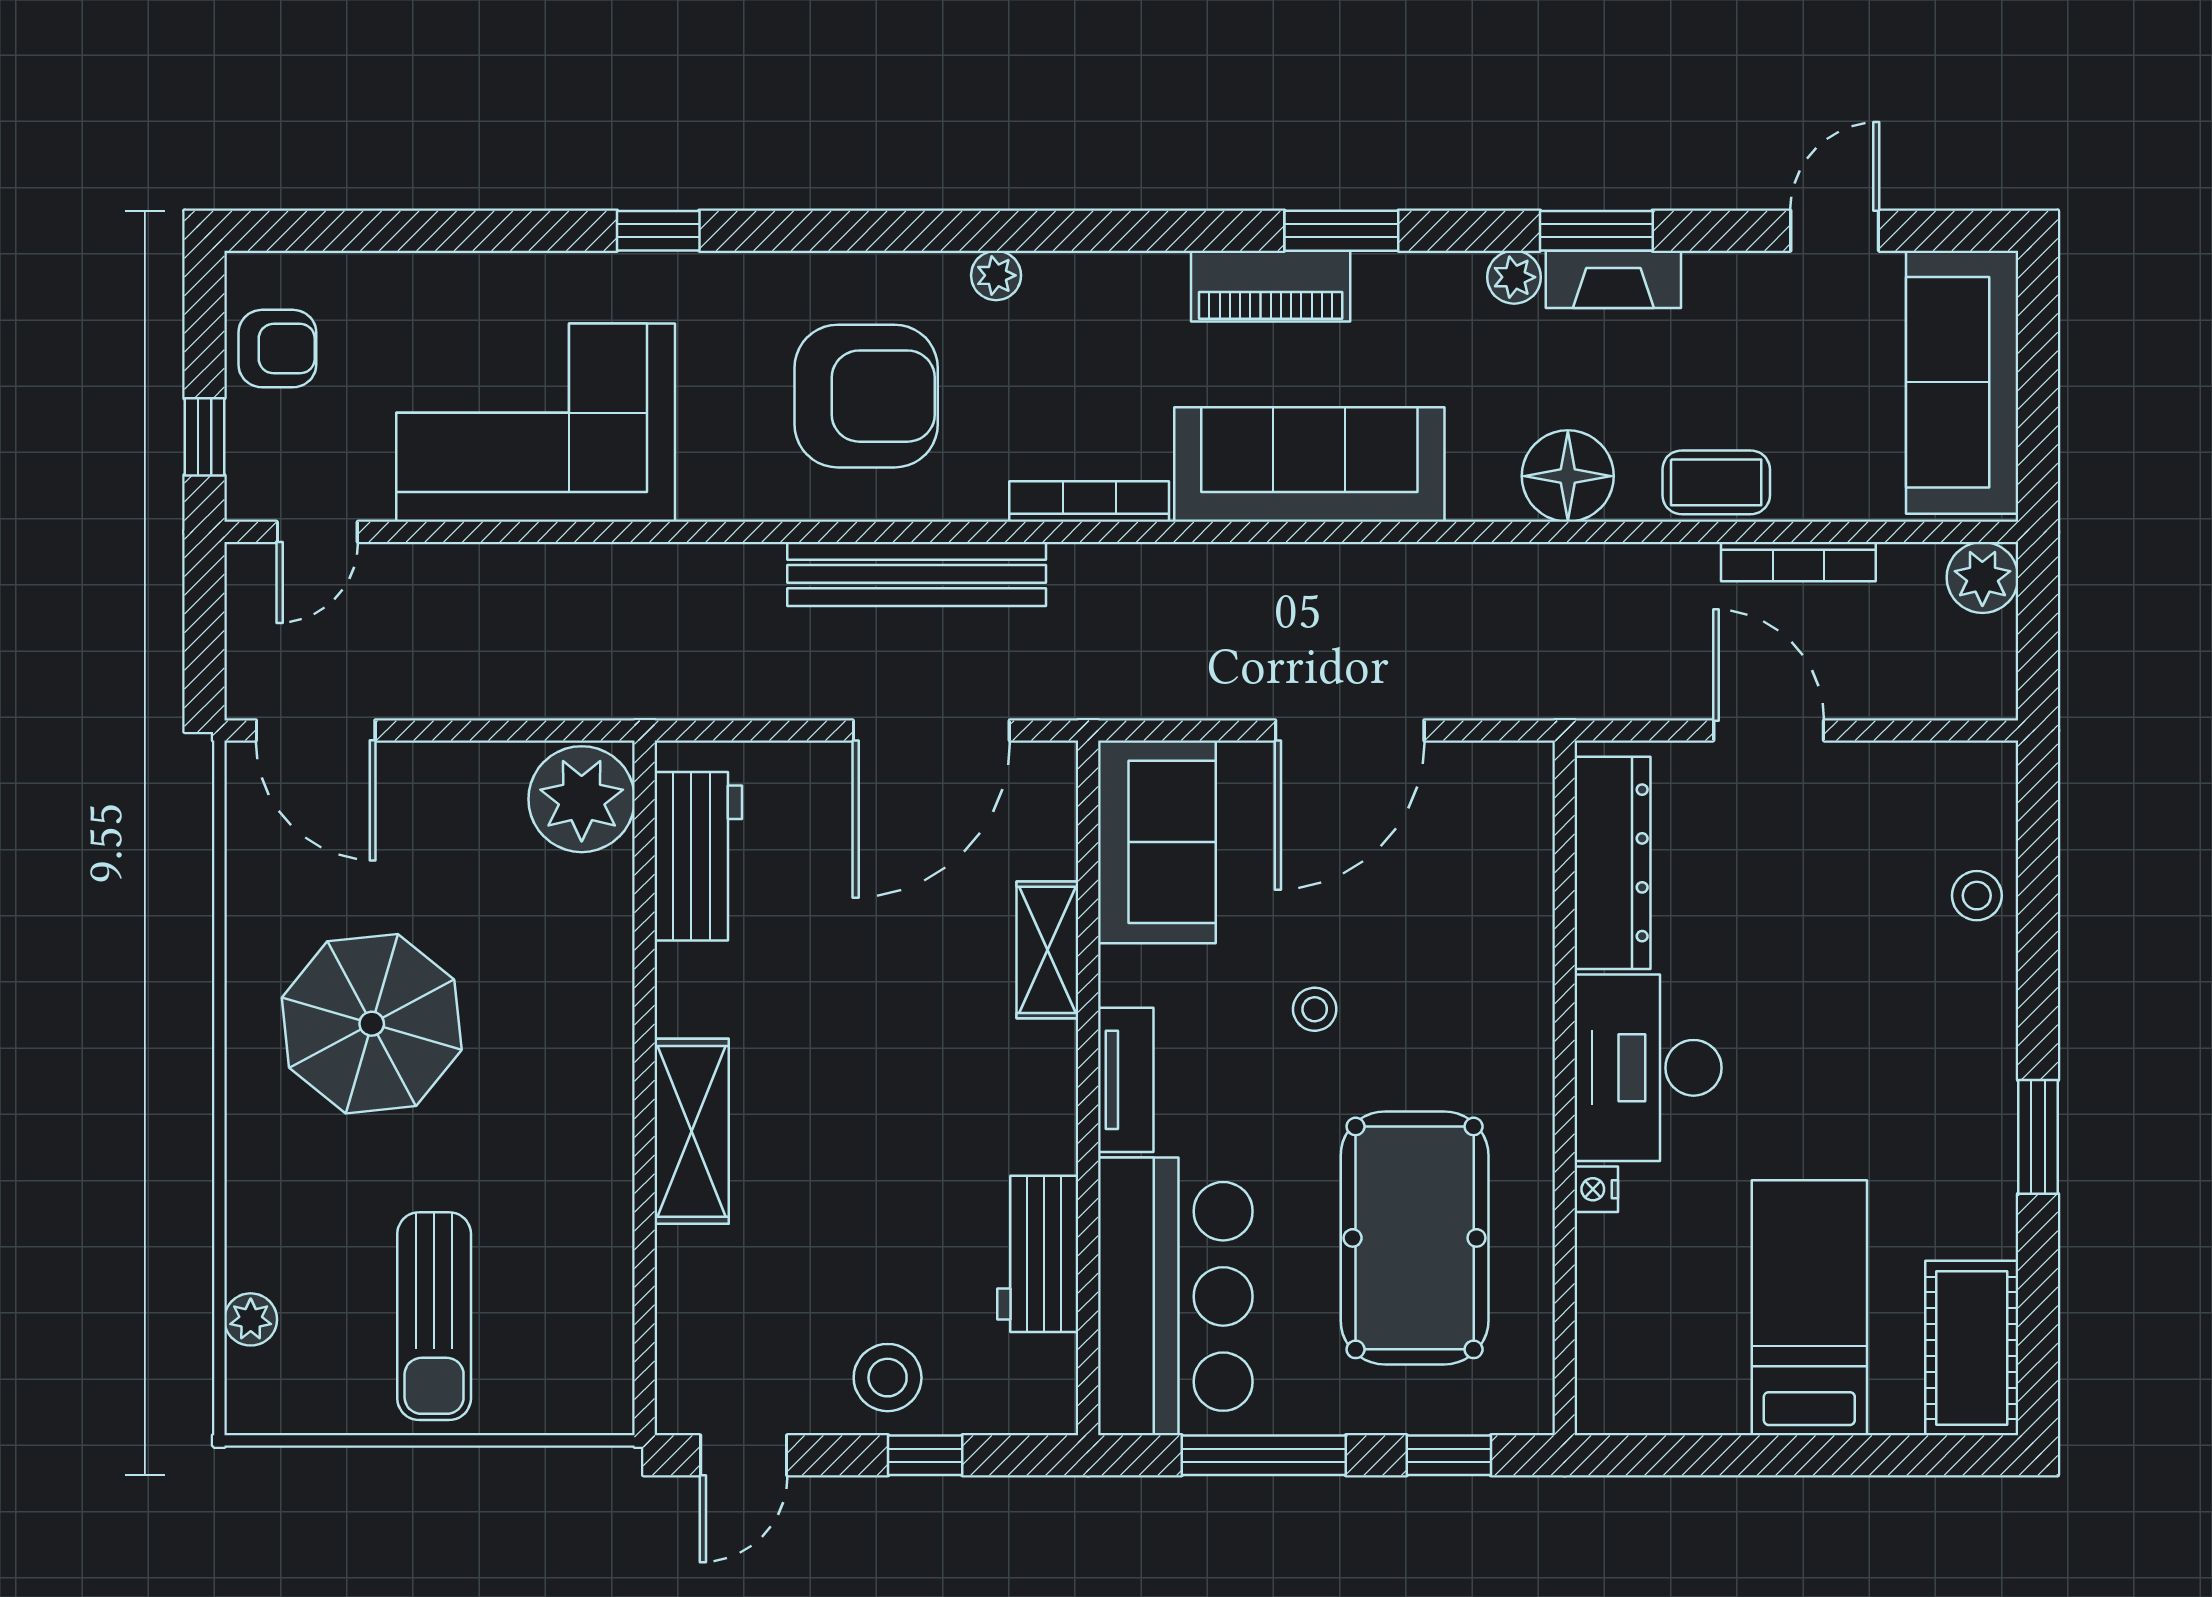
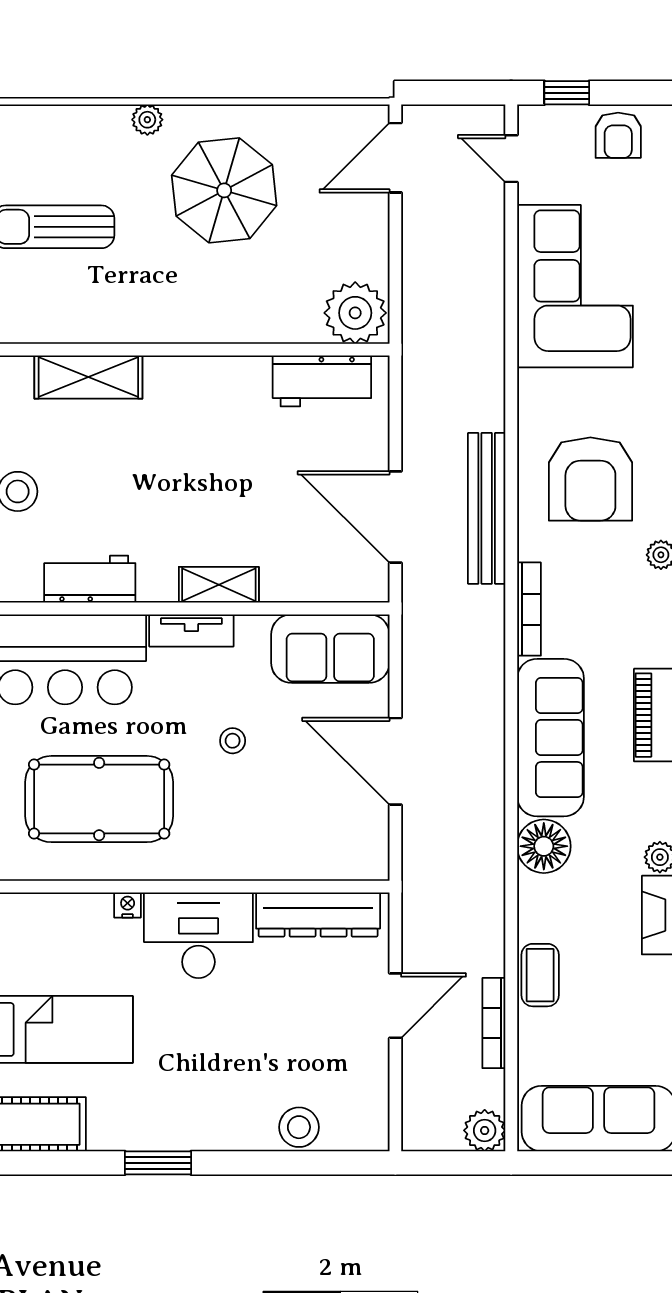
floor lamp: (1568, 476) -> (544, 846), moved
stool: (1977, 896) -> (299, 1127), width x1.37, depth x1.37
shelving: (1047, 950) -> (219, 585), moved
shelving: (692, 1131) -> (88, 377), moved
plant: (251, 1319) -> (147, 120), moved

